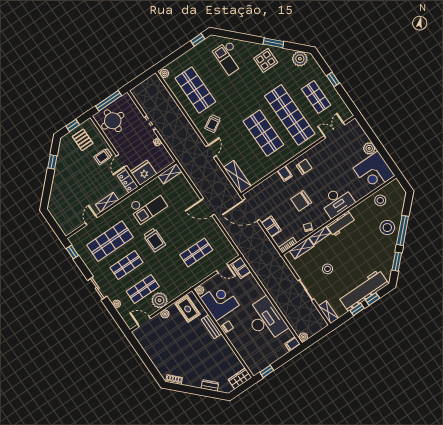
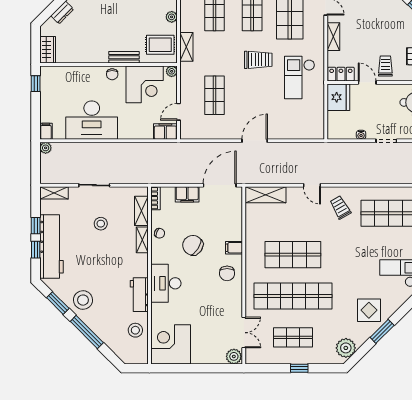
plant: (369, 148) -> (234, 356), moved
shelving: (170, 174) -> (186, 47), moved
chair: (301, 201) -> (193, 245), turned -57
workbench: (341, 224) -> (139, 295), moved
stool: (387, 228) -> (83, 300), moved
trolley: (155, 240) -> (258, 60), turned 180
plant: (160, 300) -> (190, 21), removed

